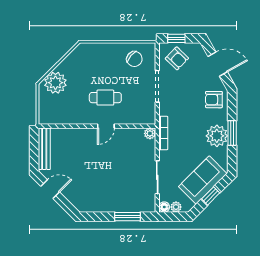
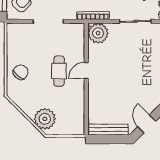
chair: (134, 59) -> (21, 72), moved
door: (106, 126) -> (86, 71), swing flipped
plant: (150, 133) -> (98, 33), width x1.88, depth x1.88

